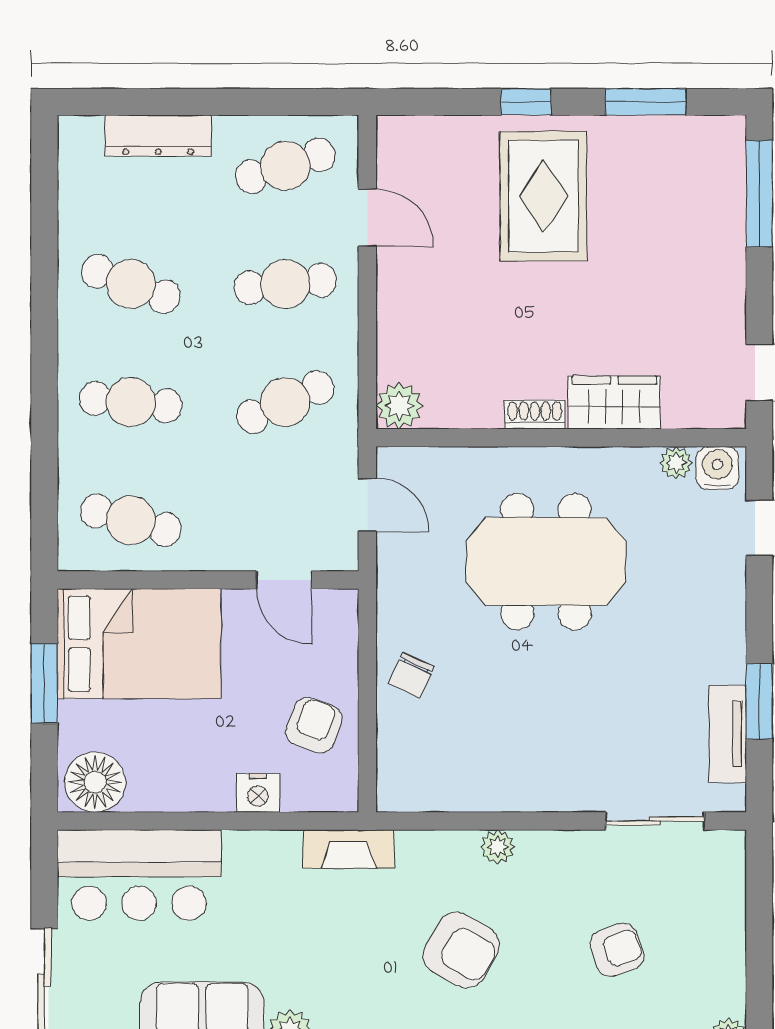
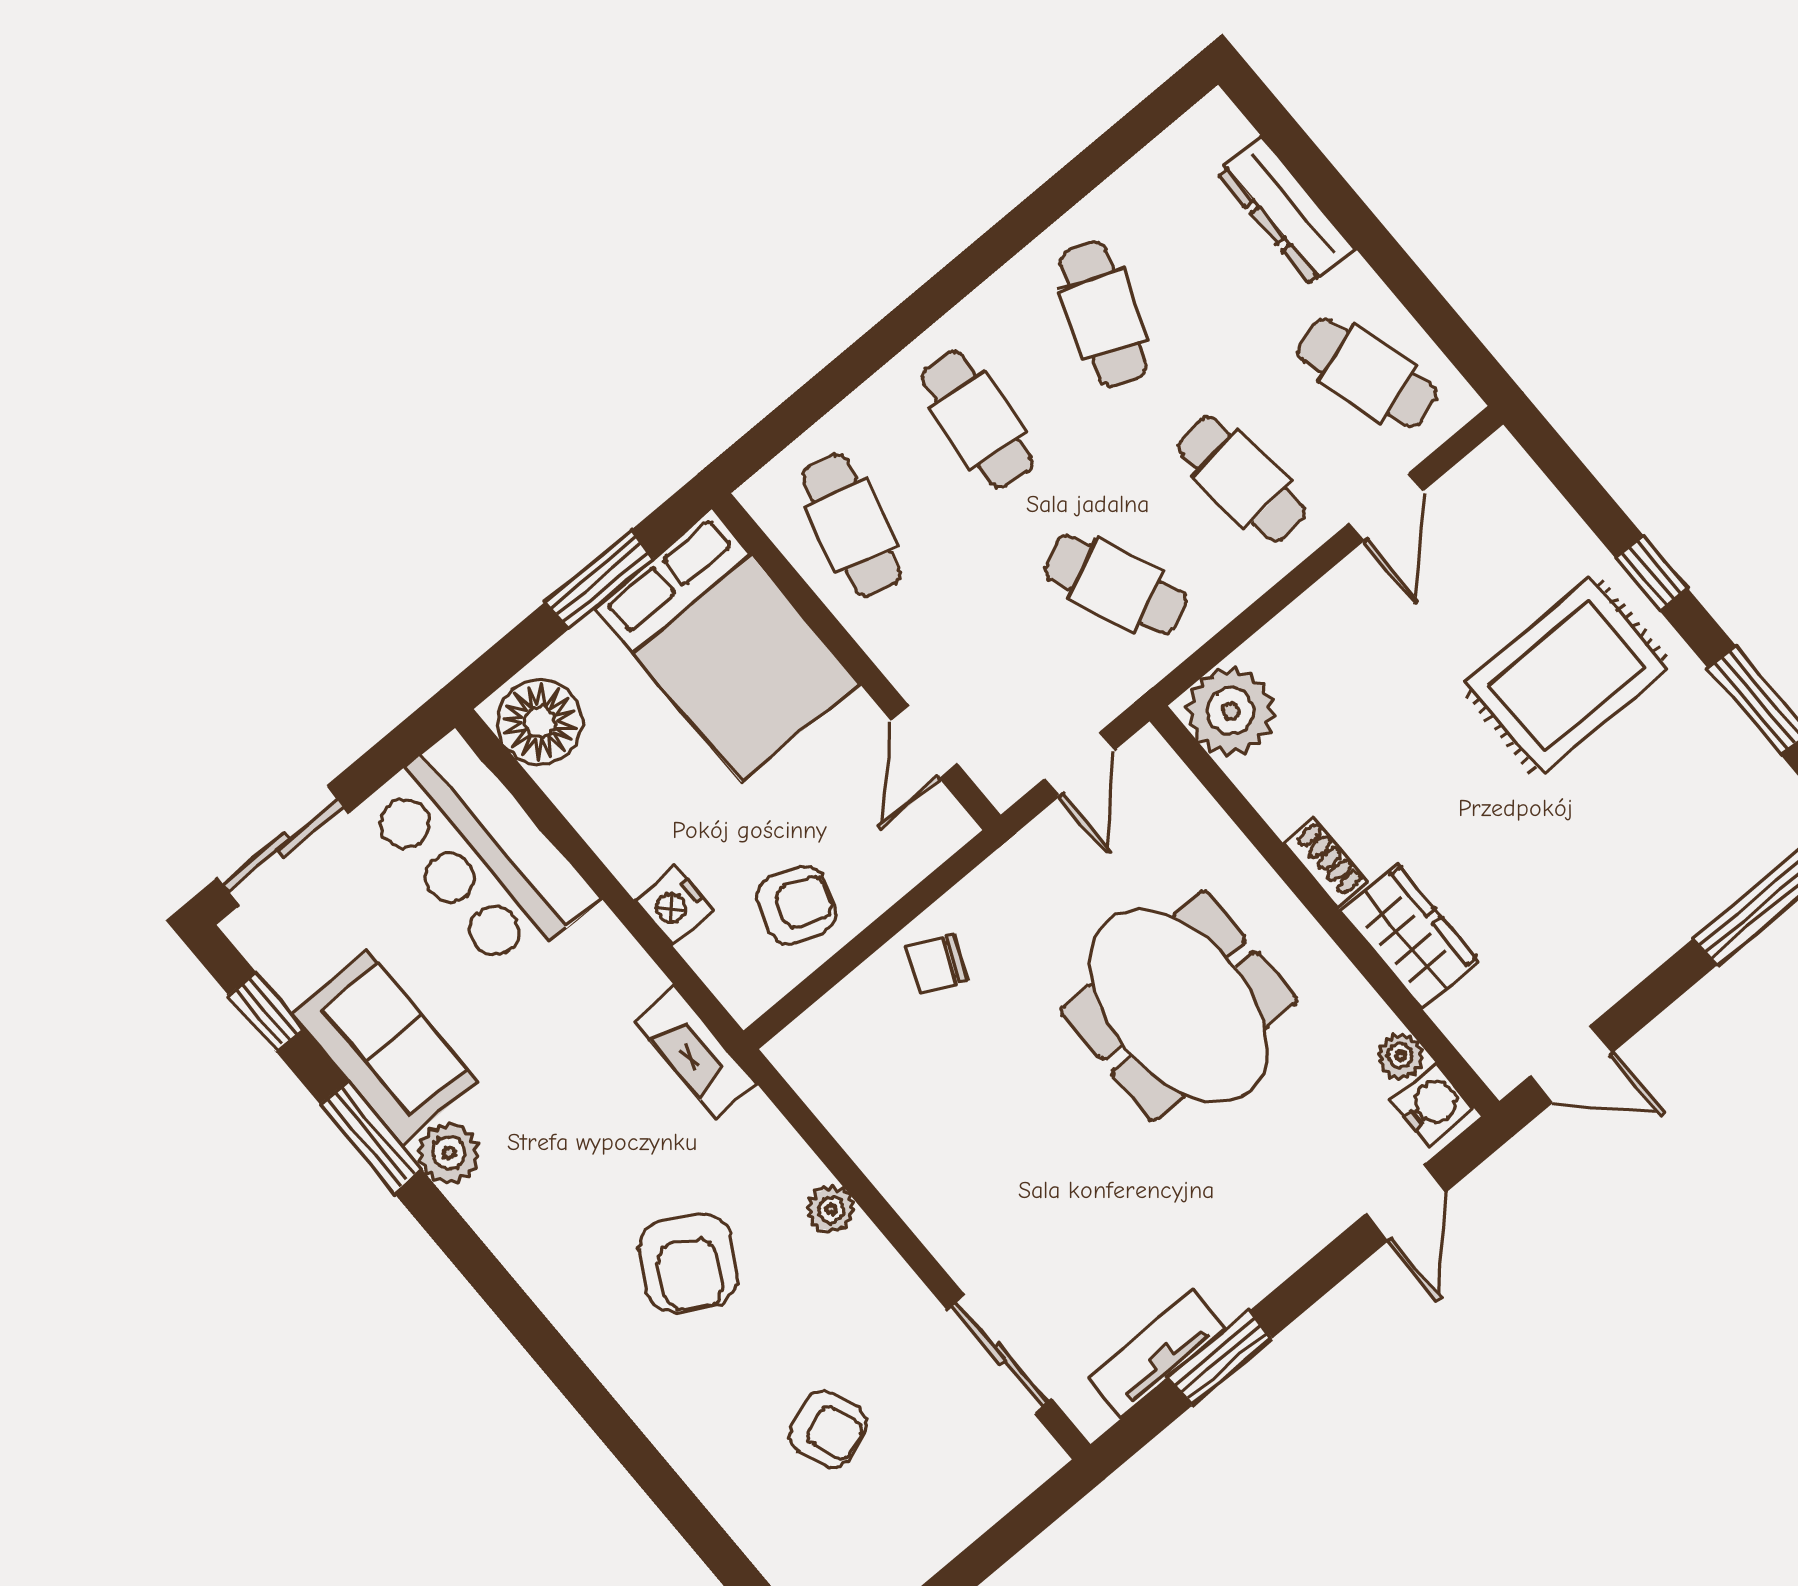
plant: (399, 406) -> (1231, 711), width x1.36, depth x1.36

